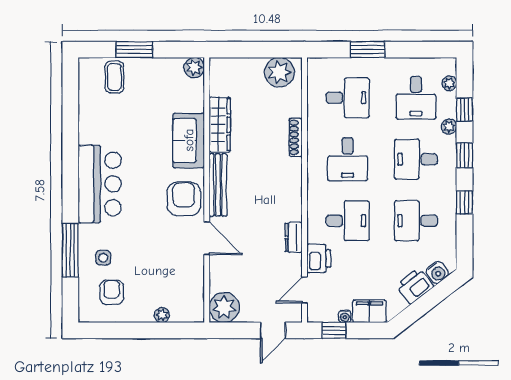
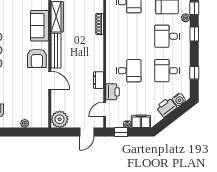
desk: (348, 159) -> (129, 36), removed
armchair: (184, 199) -> (37, 58), turned 180
window: (464, 202) -> (194, 73), moved

